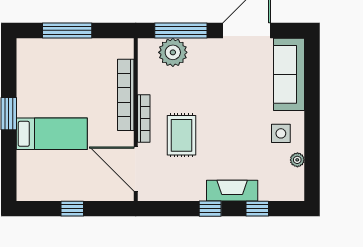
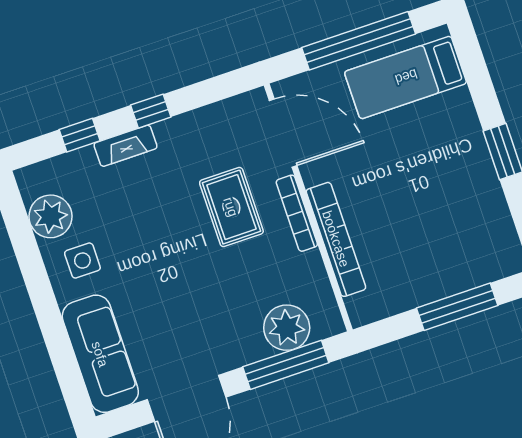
bed: (52, 134) -> (406, 77), moved
plant: (297, 160) -> (50, 216), width x1.88, depth x1.88
fireplace: (232, 191) -> (125, 146), width x0.73, depth x0.76
window: (72, 209) -> (359, 41), width x3.17

